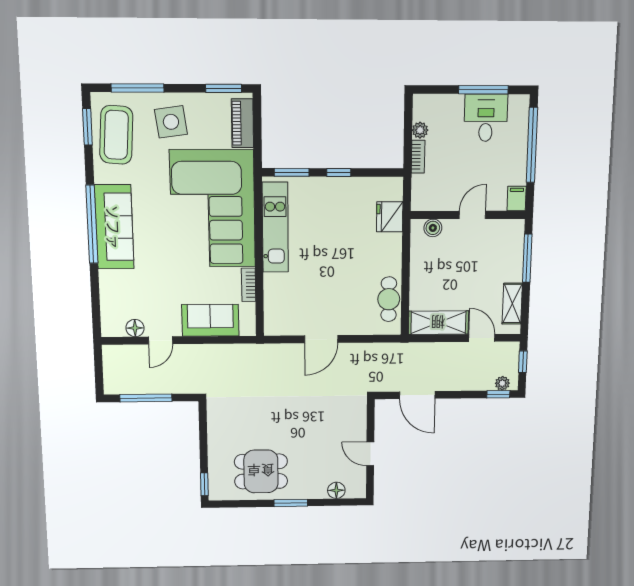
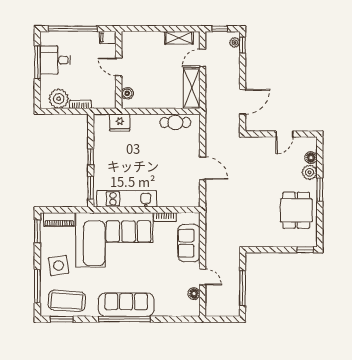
plant: (420, 130) -> (59, 99), width x1.88, depth x1.88
window: (527, 258) -> (148, 29), removed
plant: (315, 489) -> (310, 172), added

